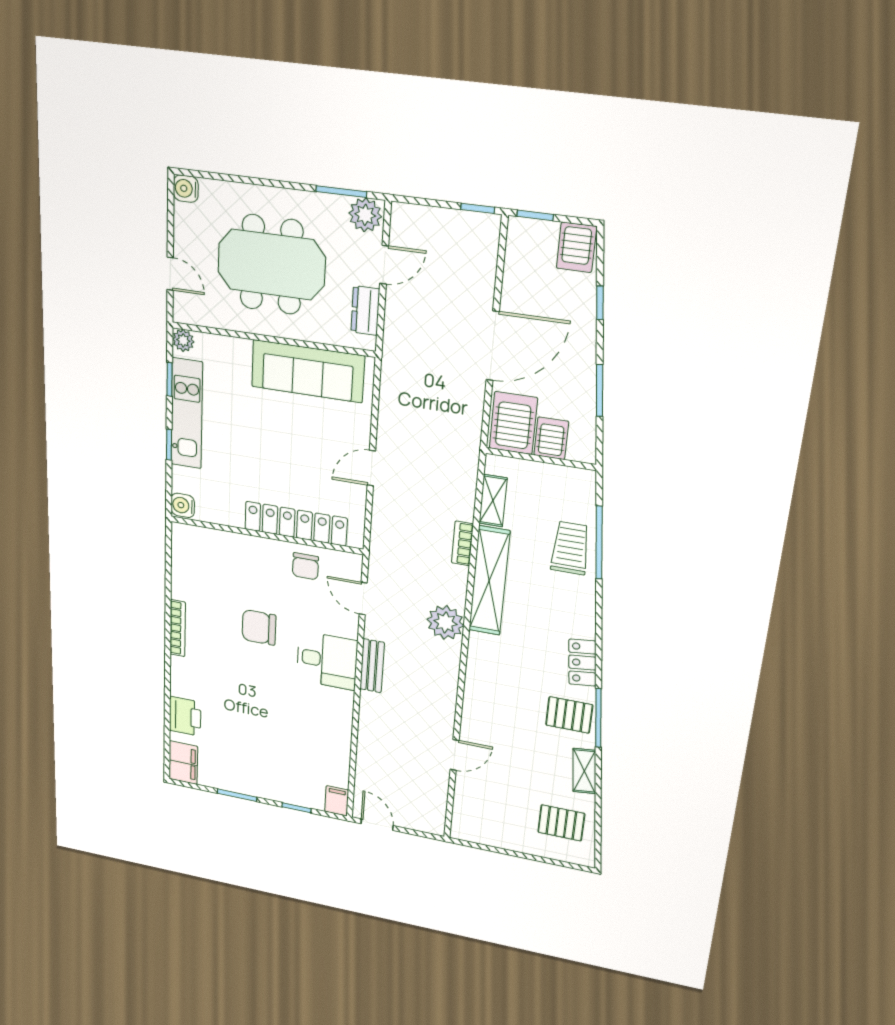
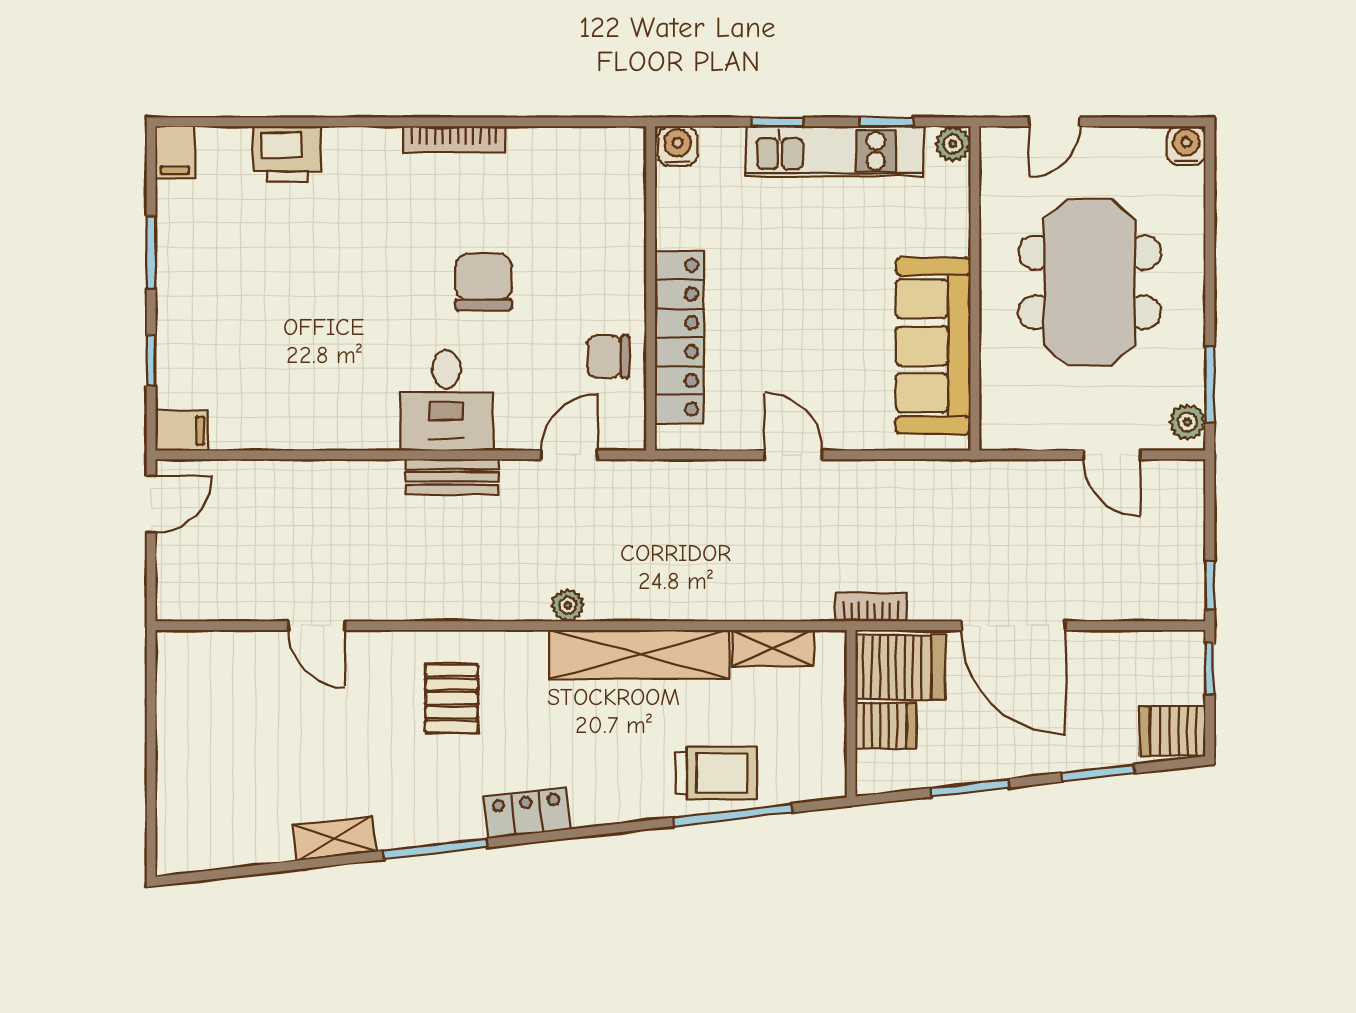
plant: (365, 215) -> (1187, 422), width x0.73, depth x0.73
window: (600, 303) -> (1098, 773), width x1.50
dresser: (365, 311) -> (1040, 431), removed
bookcase: (462, 543) -> (871, 607), moved
plant: (445, 622) -> (568, 605), width x0.53, depth x0.53
pallet: (569, 715) -> (452, 699), moved
filing cabinet: (183, 763) -> (175, 152), width x0.50
pallet: (561, 823) -> (229, 812), removed

